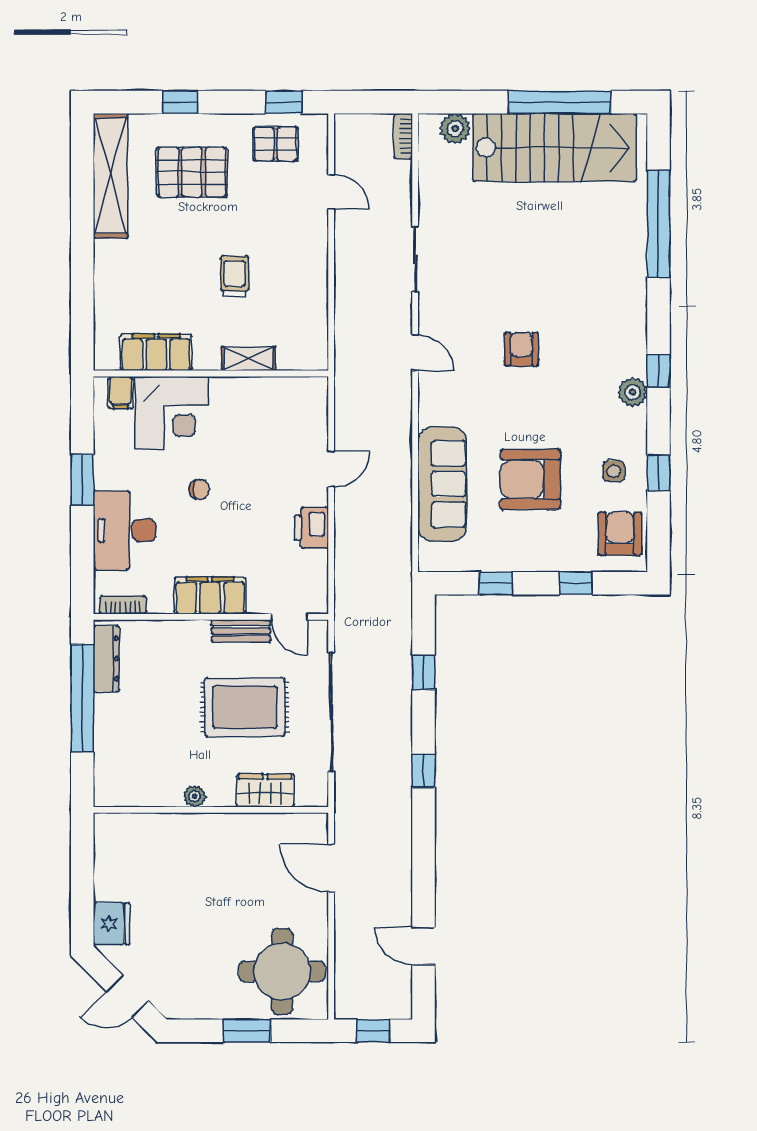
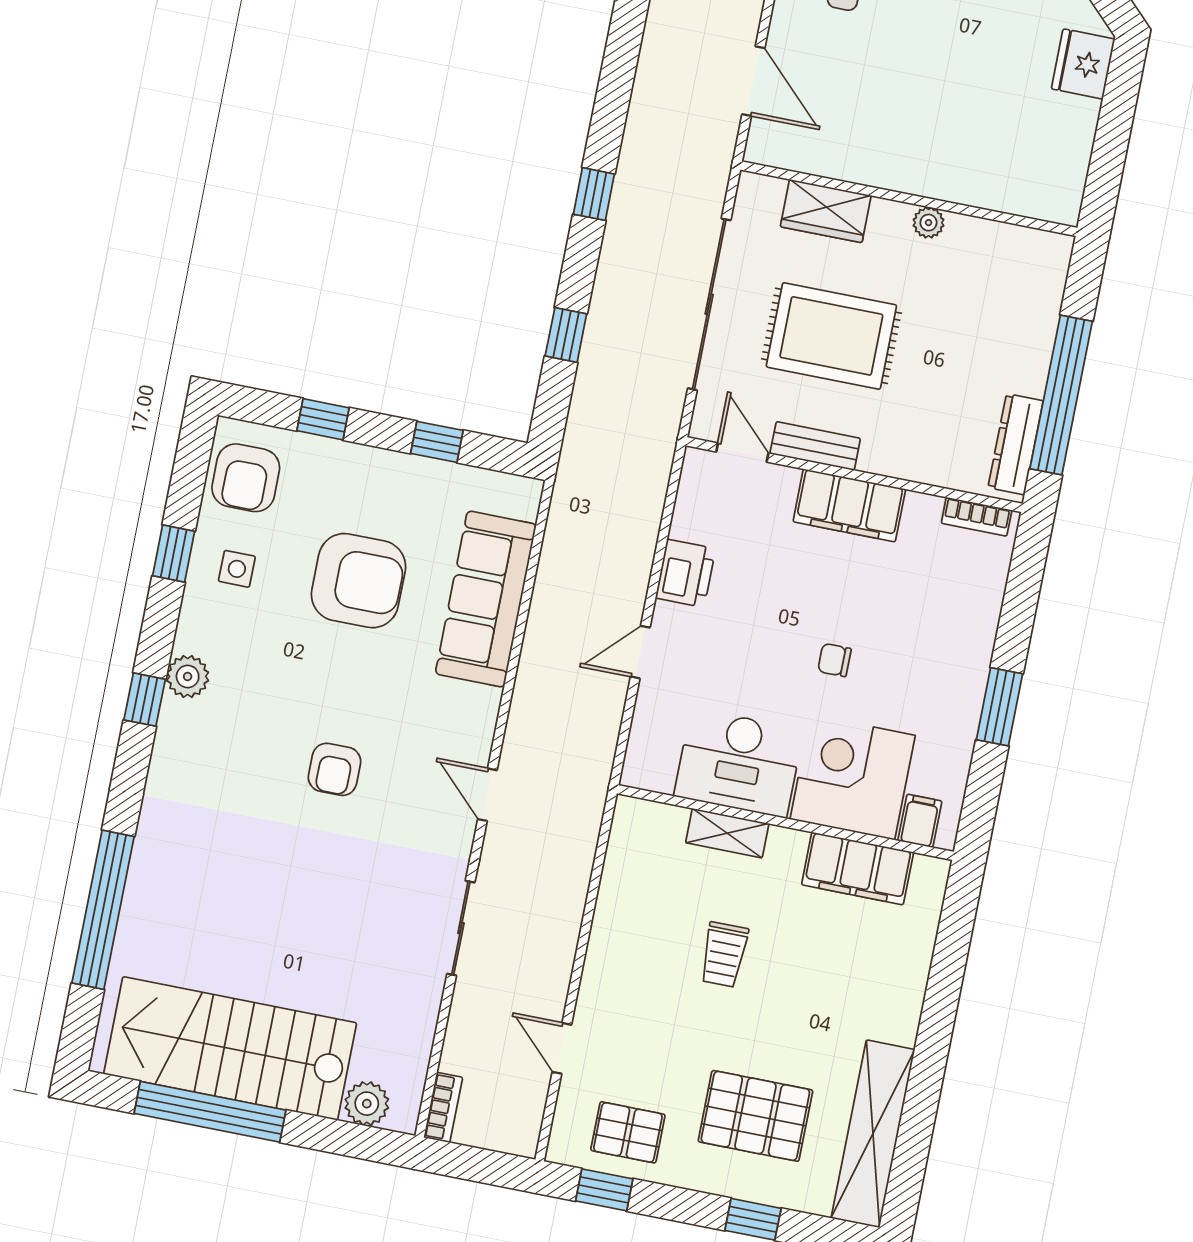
desk: (125, 530) -> (739, 763), moved, turned 90

